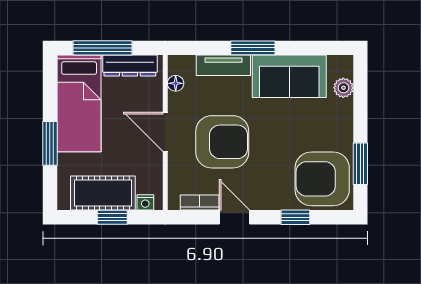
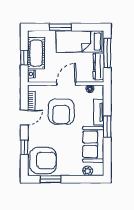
armchair: (322, 179) -> (43, 160), turned 90

